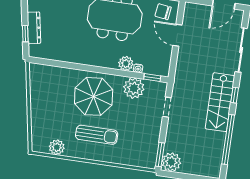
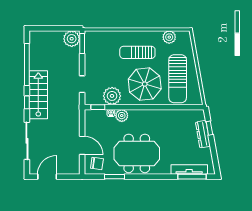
sun lounger: (54, 97) -> (178, 79), added

